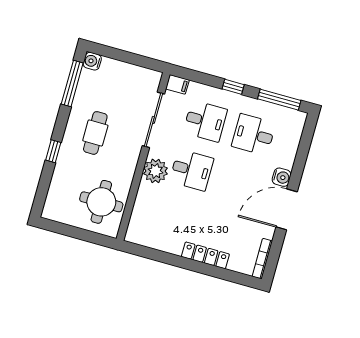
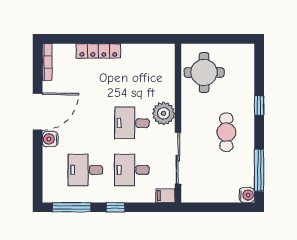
desk: (254, 135) -> (85, 170), turned 180

